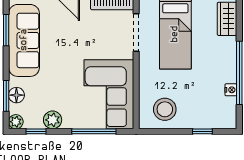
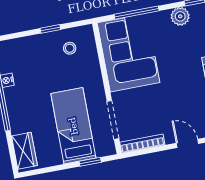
stool: (165, 109) -> (70, 48), width x0.53, depth x0.53
window: (202, 131) -> (50, 29), moved

